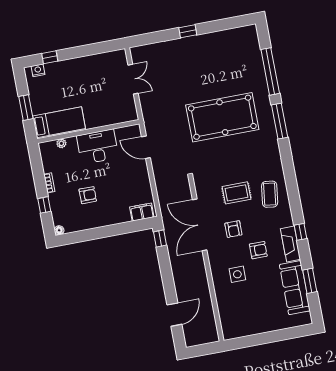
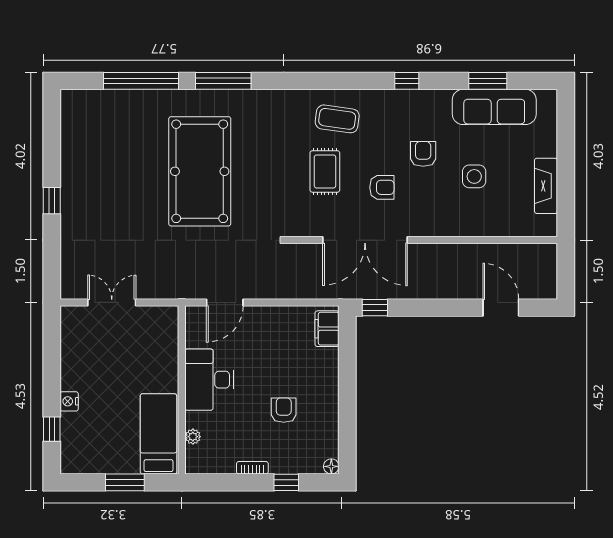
nightstand: (38, 70) -> (69, 401), moved
fireplace: (290, 244) -> (546, 186), moved, turned 90
side table: (237, 274) -> (474, 176), moved

